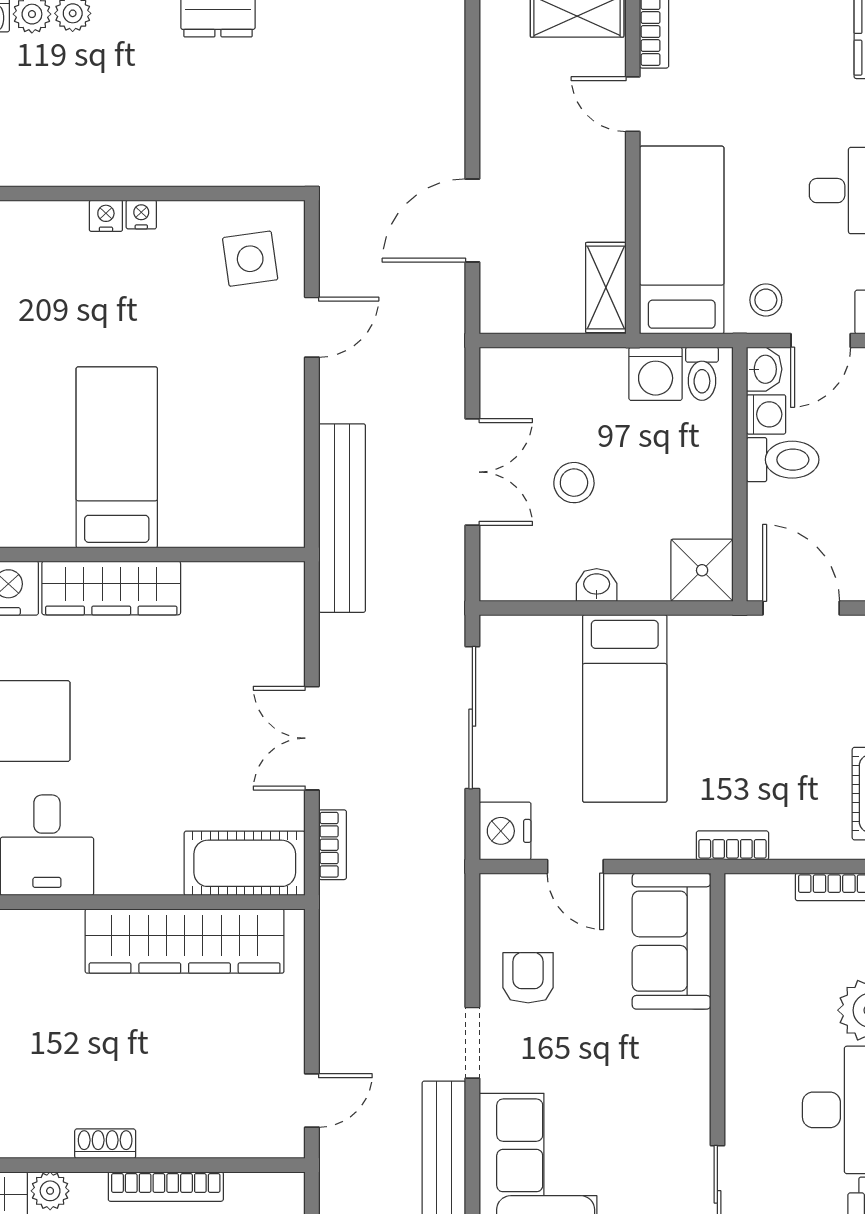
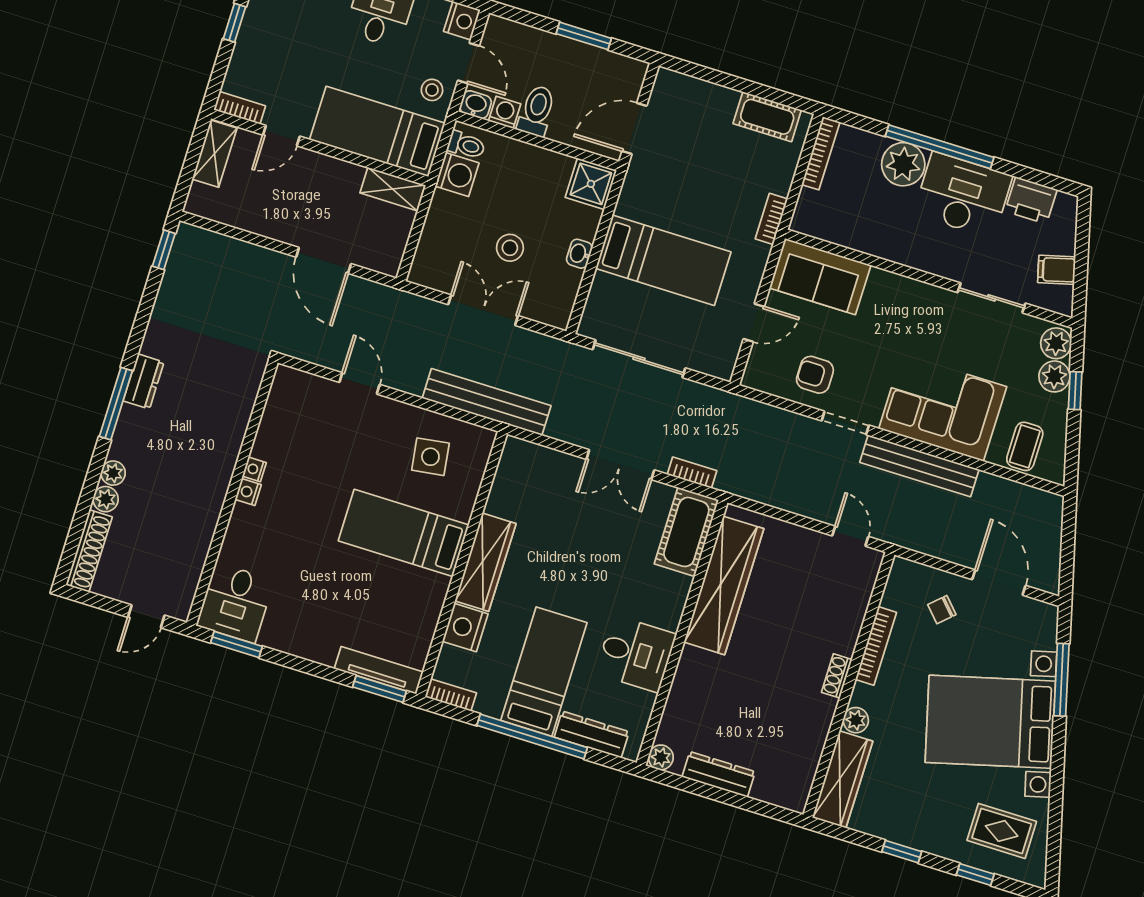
side table: (250, 259) -> (430, 457), moved
nightstand: (505, 831) -> (717, 360), removed

